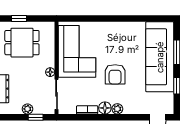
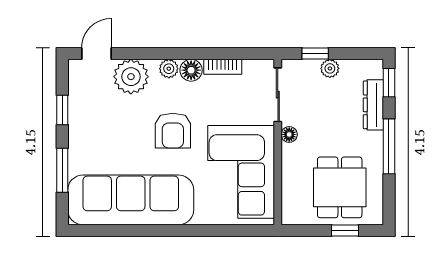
dining table: (22, 43) -> (340, 187), turned 90
sofa: (160, 57) -> (131, 200), moved, turned -90
armchair: (115, 74) -> (173, 131), turned 180
plant: (138, 104) -> (131, 77), added

